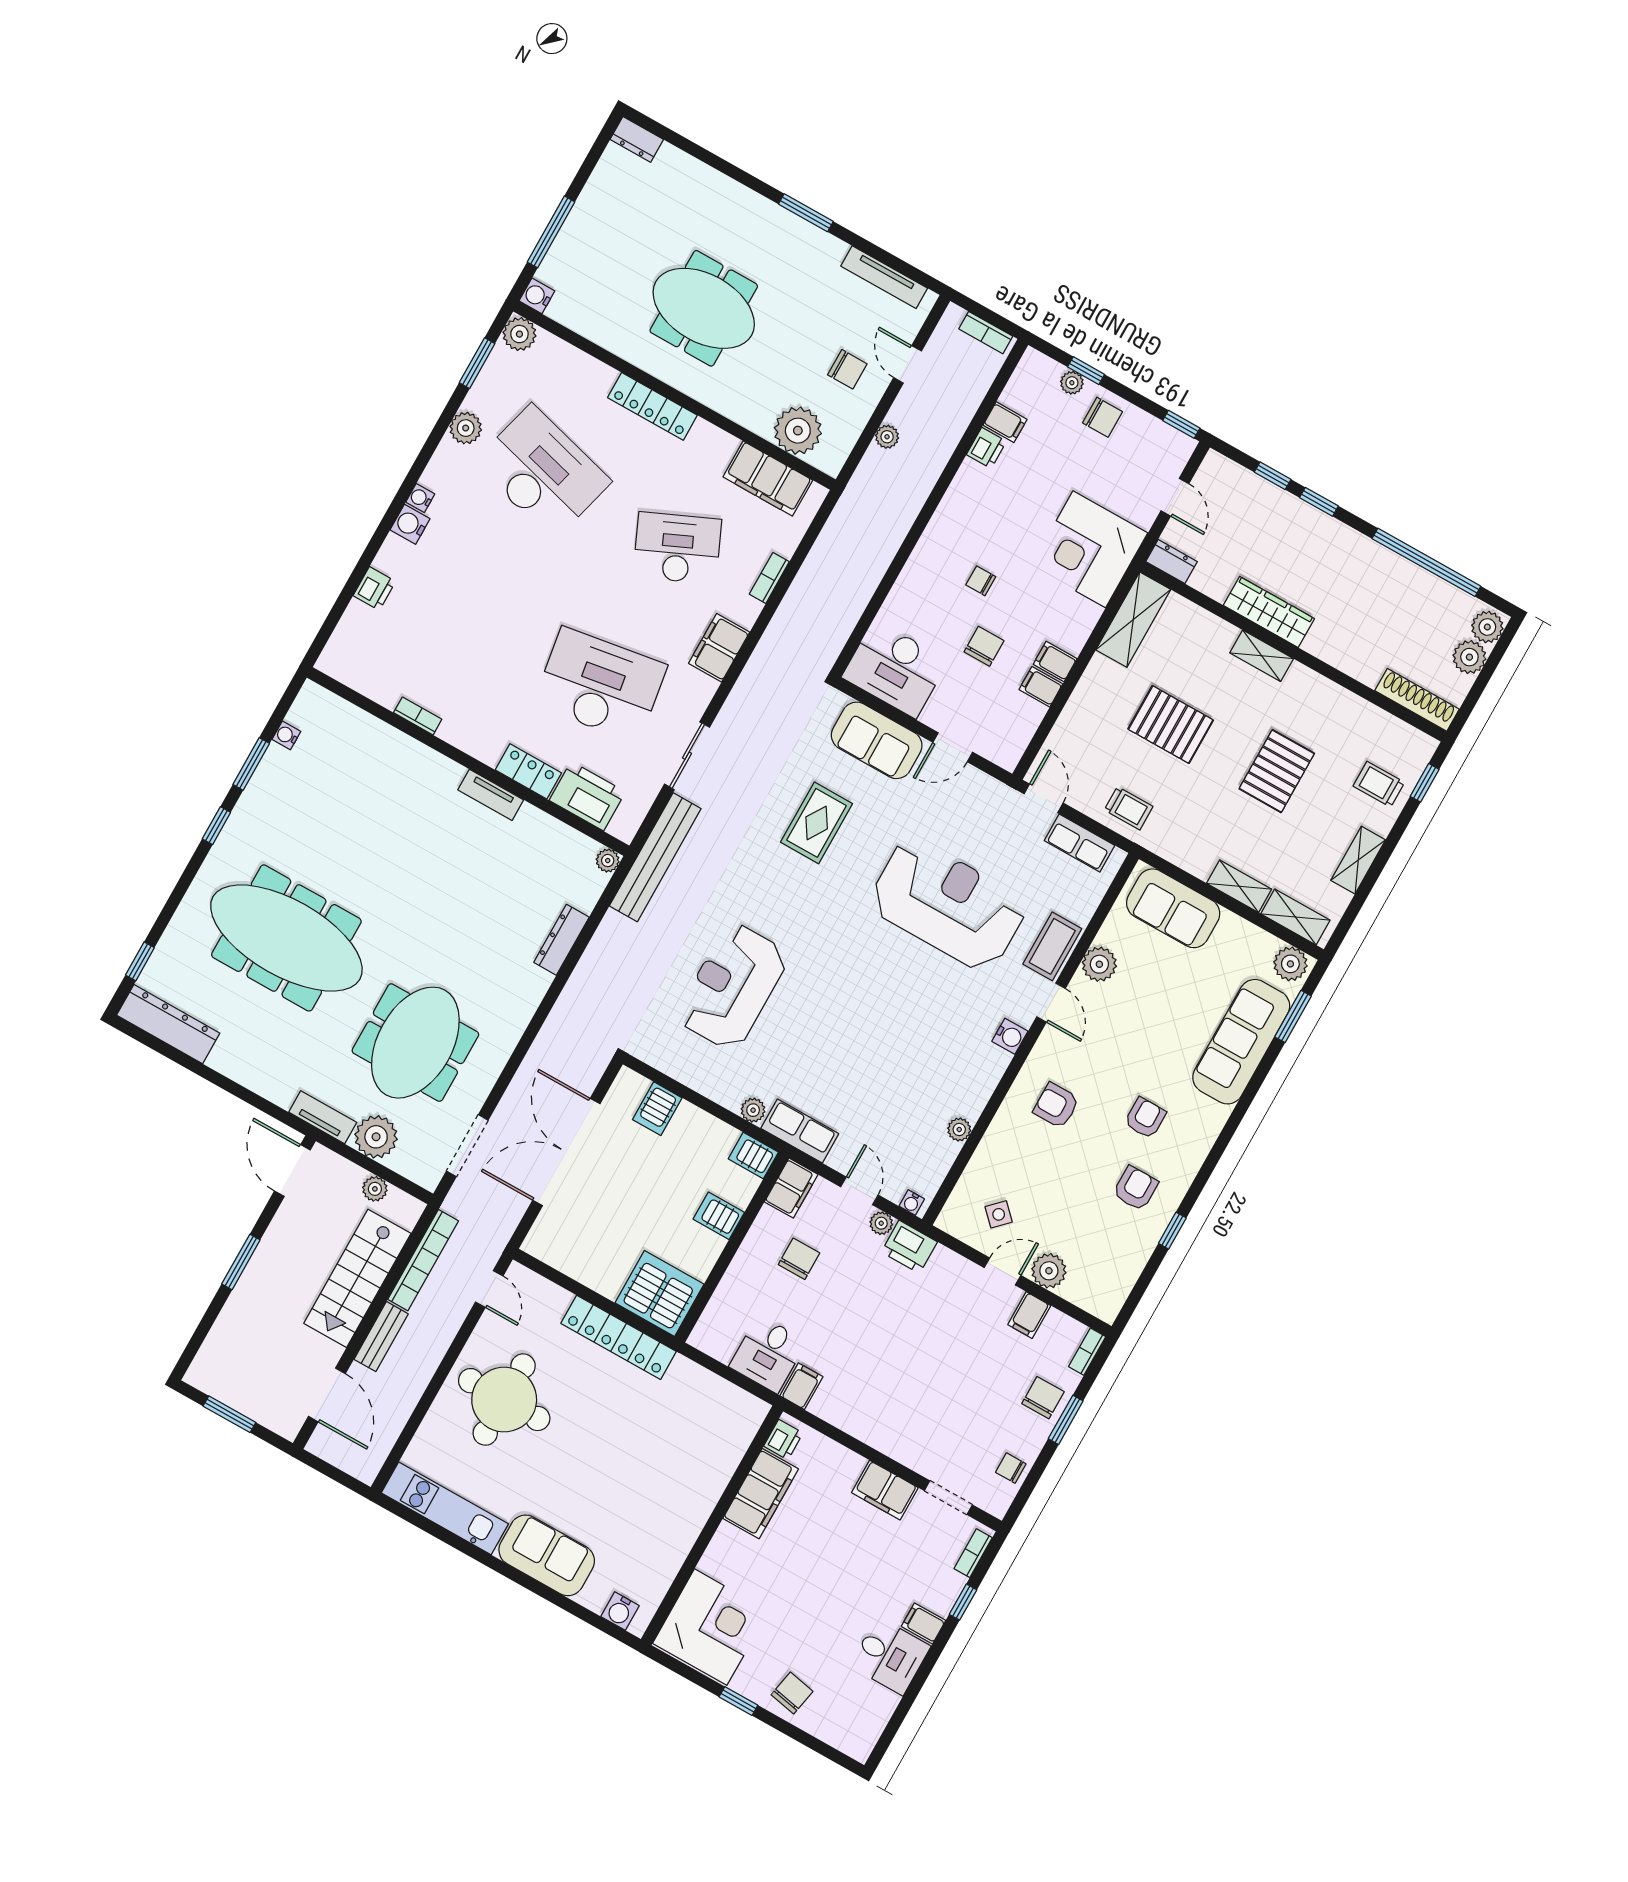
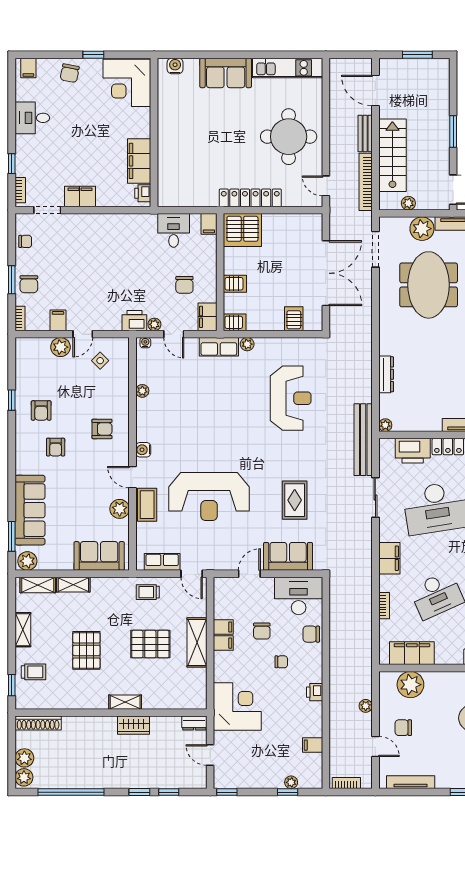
chair: (1102, 417) -> (311, 634), moved
printer: (986, 448) -> (315, 692), moved
wardrobe: (1269, 612) -> (134, 725), width x0.67
shelving: (1133, 620) -> (197, 642), moved
filing cabinet: (801, 1386) -> (209, 224), moved
filing cabinet: (923, 1623) -> (28, 68), moved, turned 90

